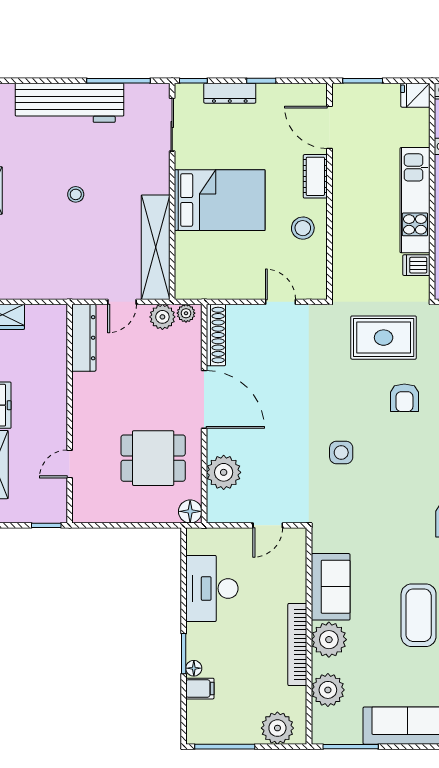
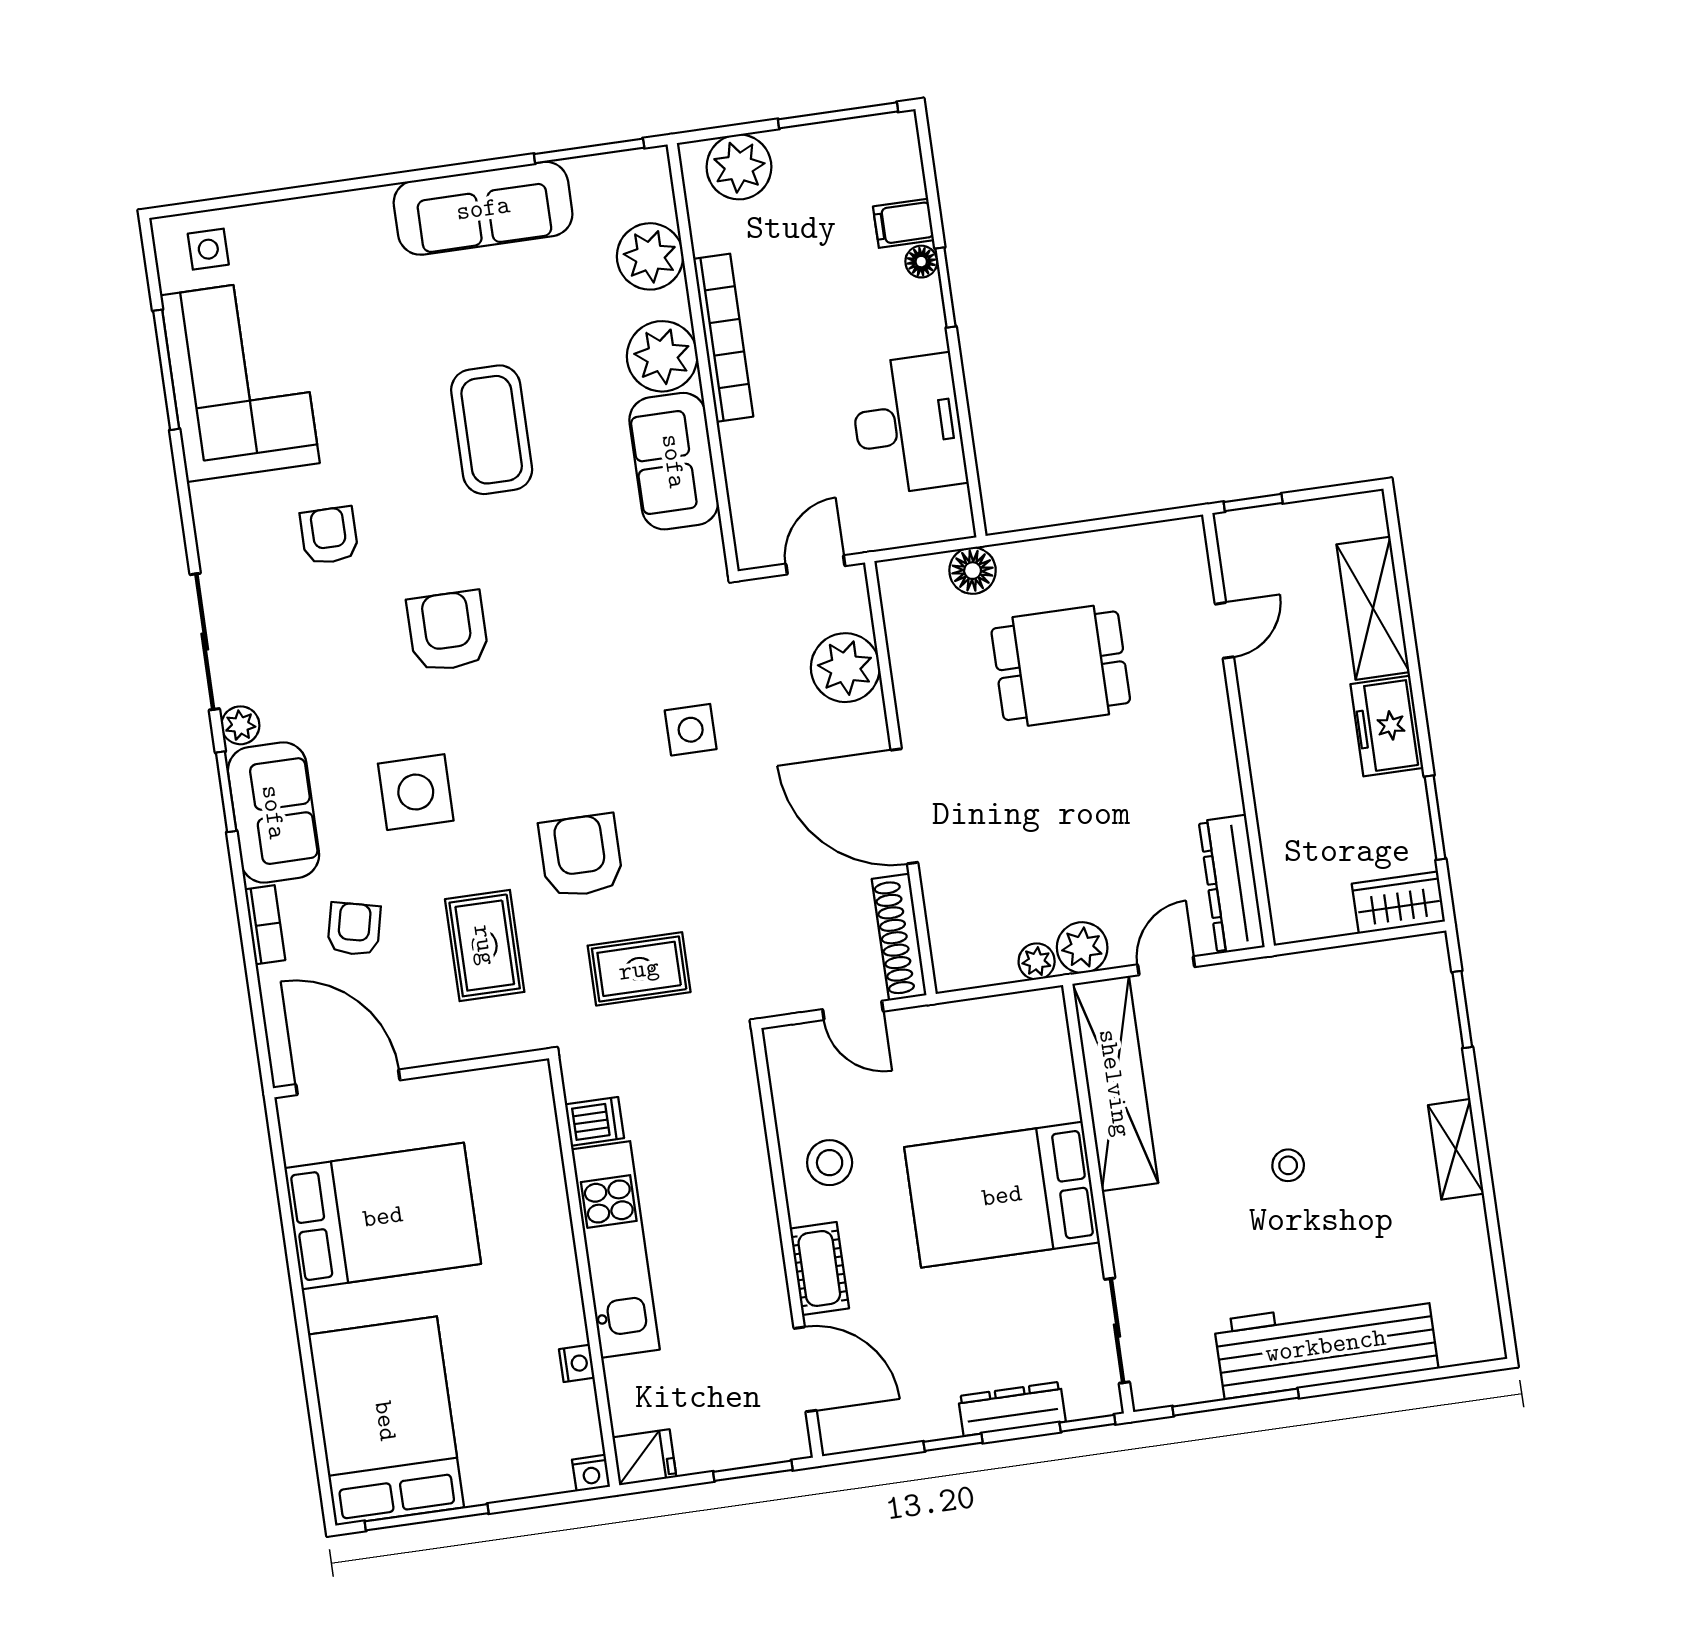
shoe rack: (216, 335) -> (899, 937), moved
rug: (384, 338) -> (639, 969), width x0.73, depth x0.70
armchair: (404, 398) -> (581, 856), width x1.38, depth x1.38
door: (204, 399) -> (904, 806), moved
wall: (204, 414) -> (900, 778), moved
plant: (224, 472) -> (845, 668), moved

